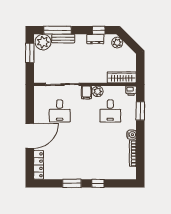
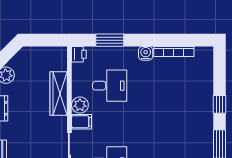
wardrobe: (122, 77) -> (59, 93), moved

